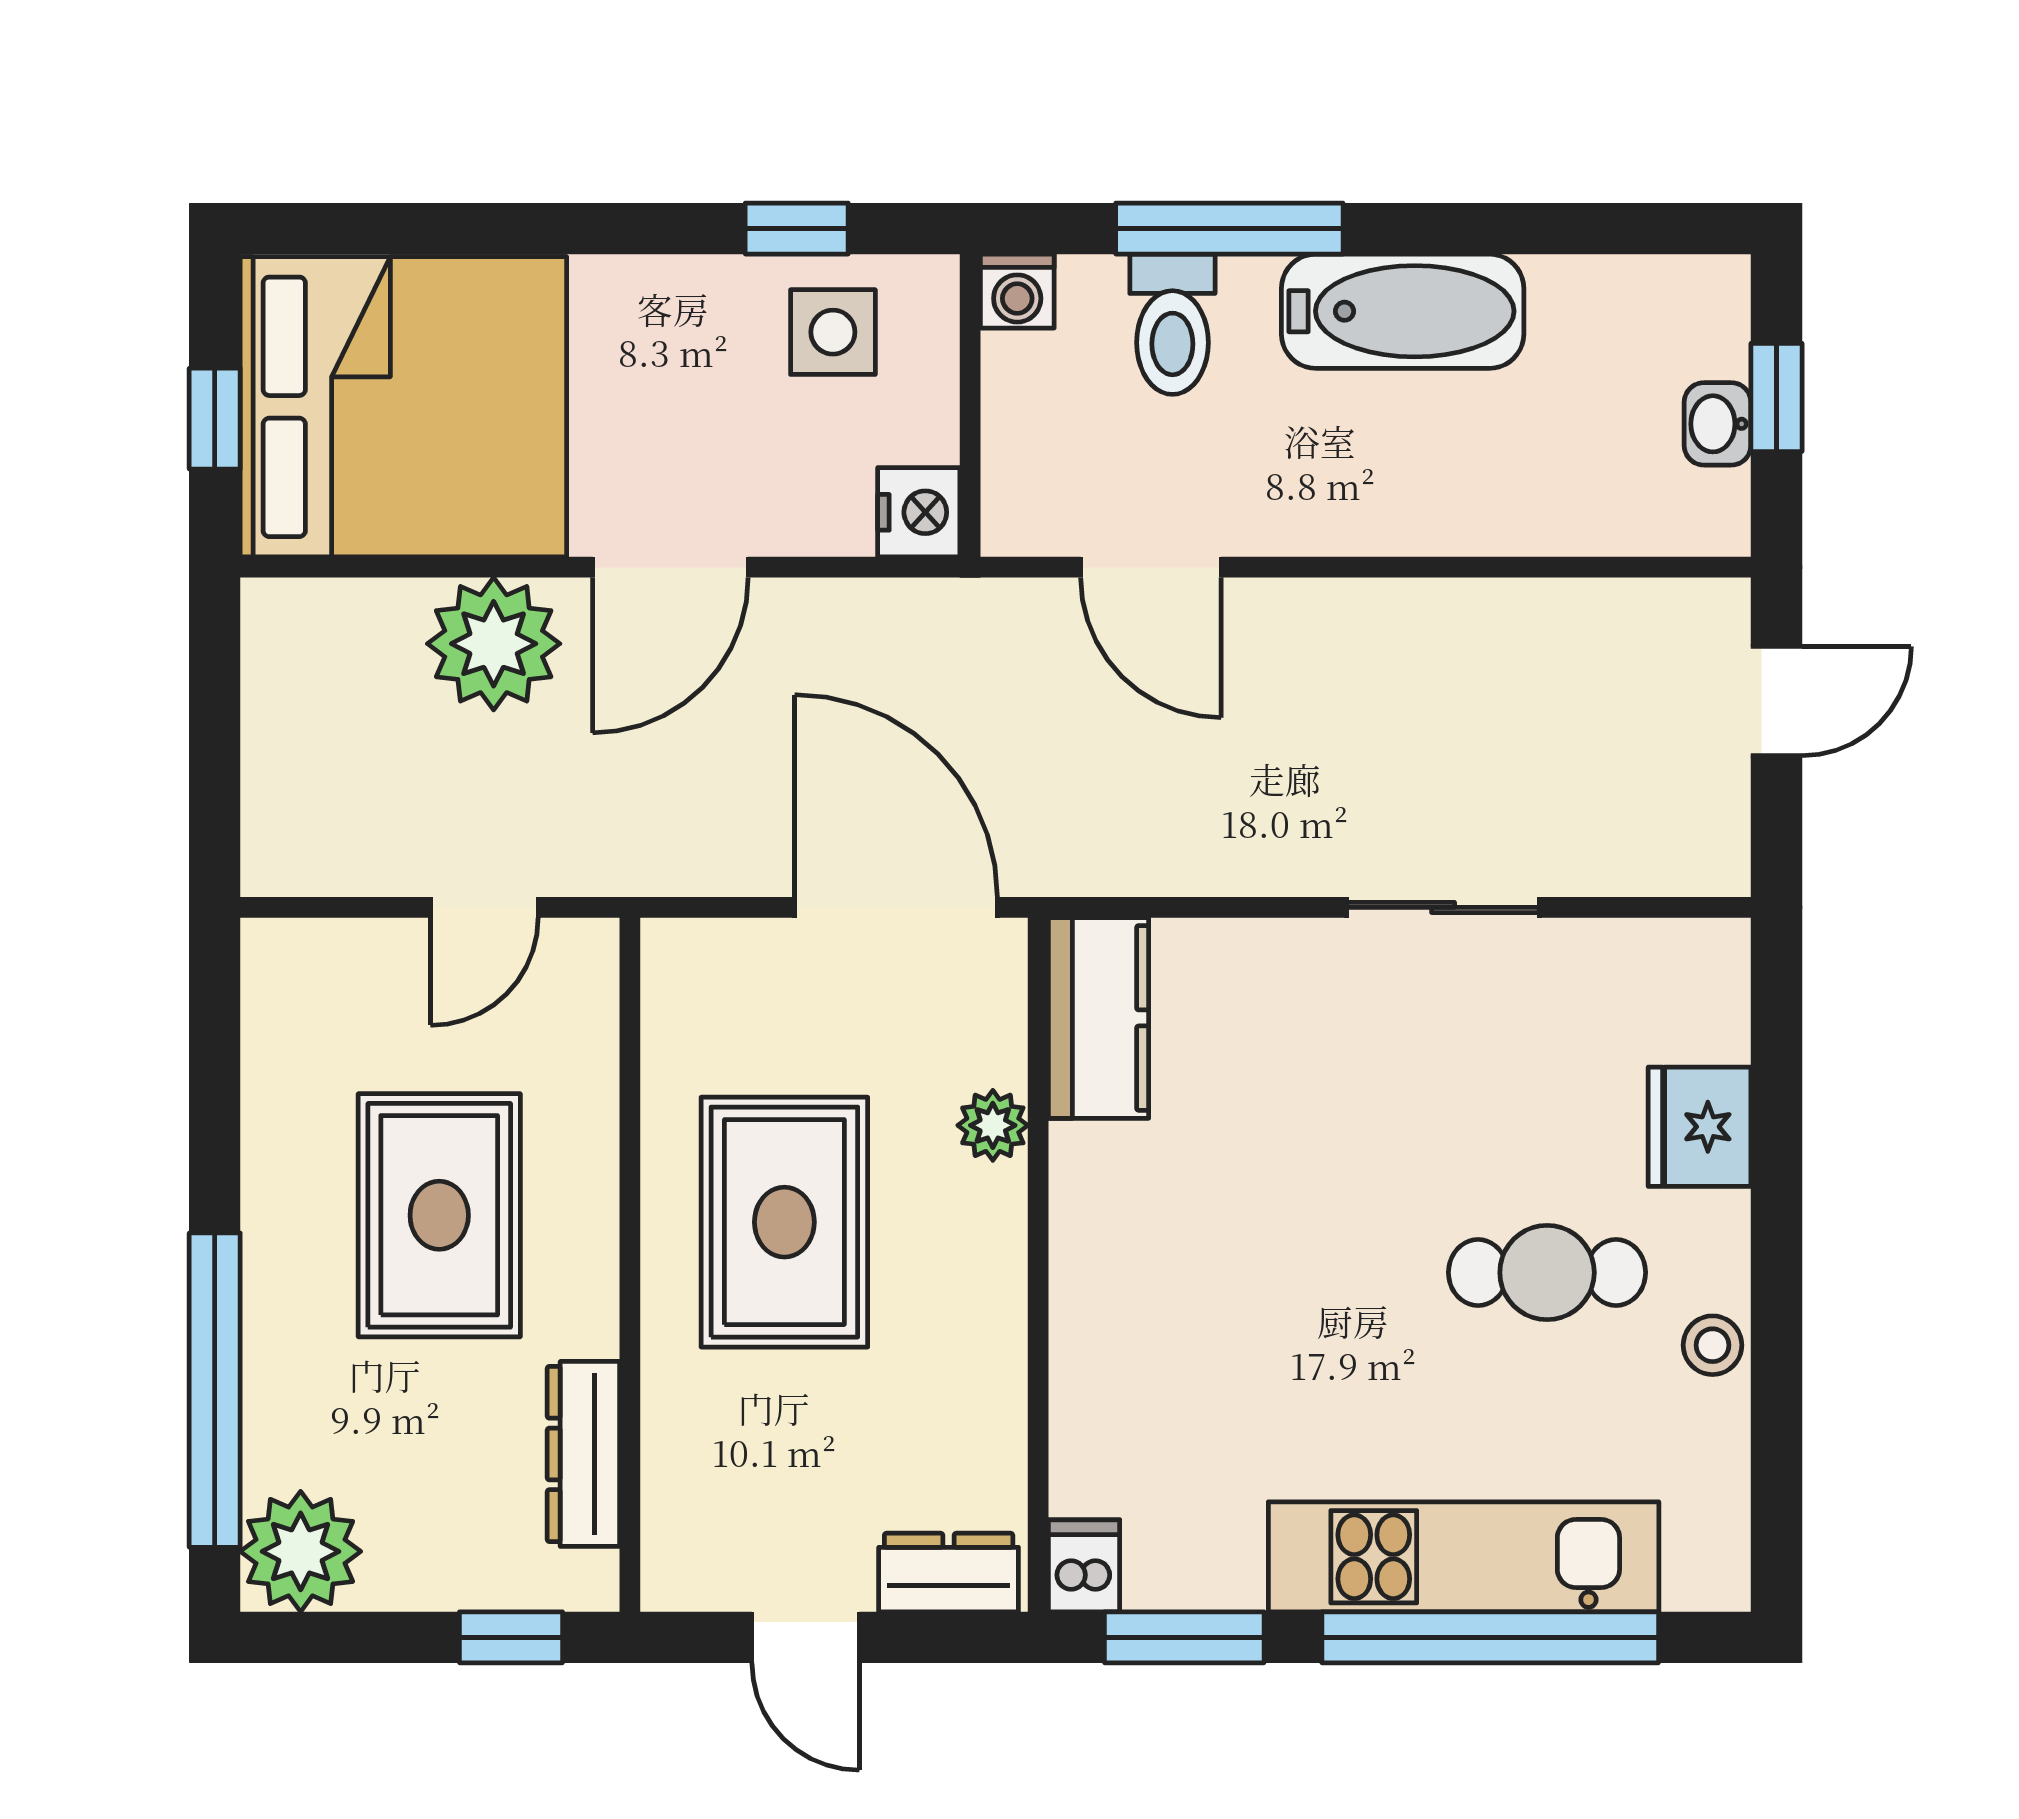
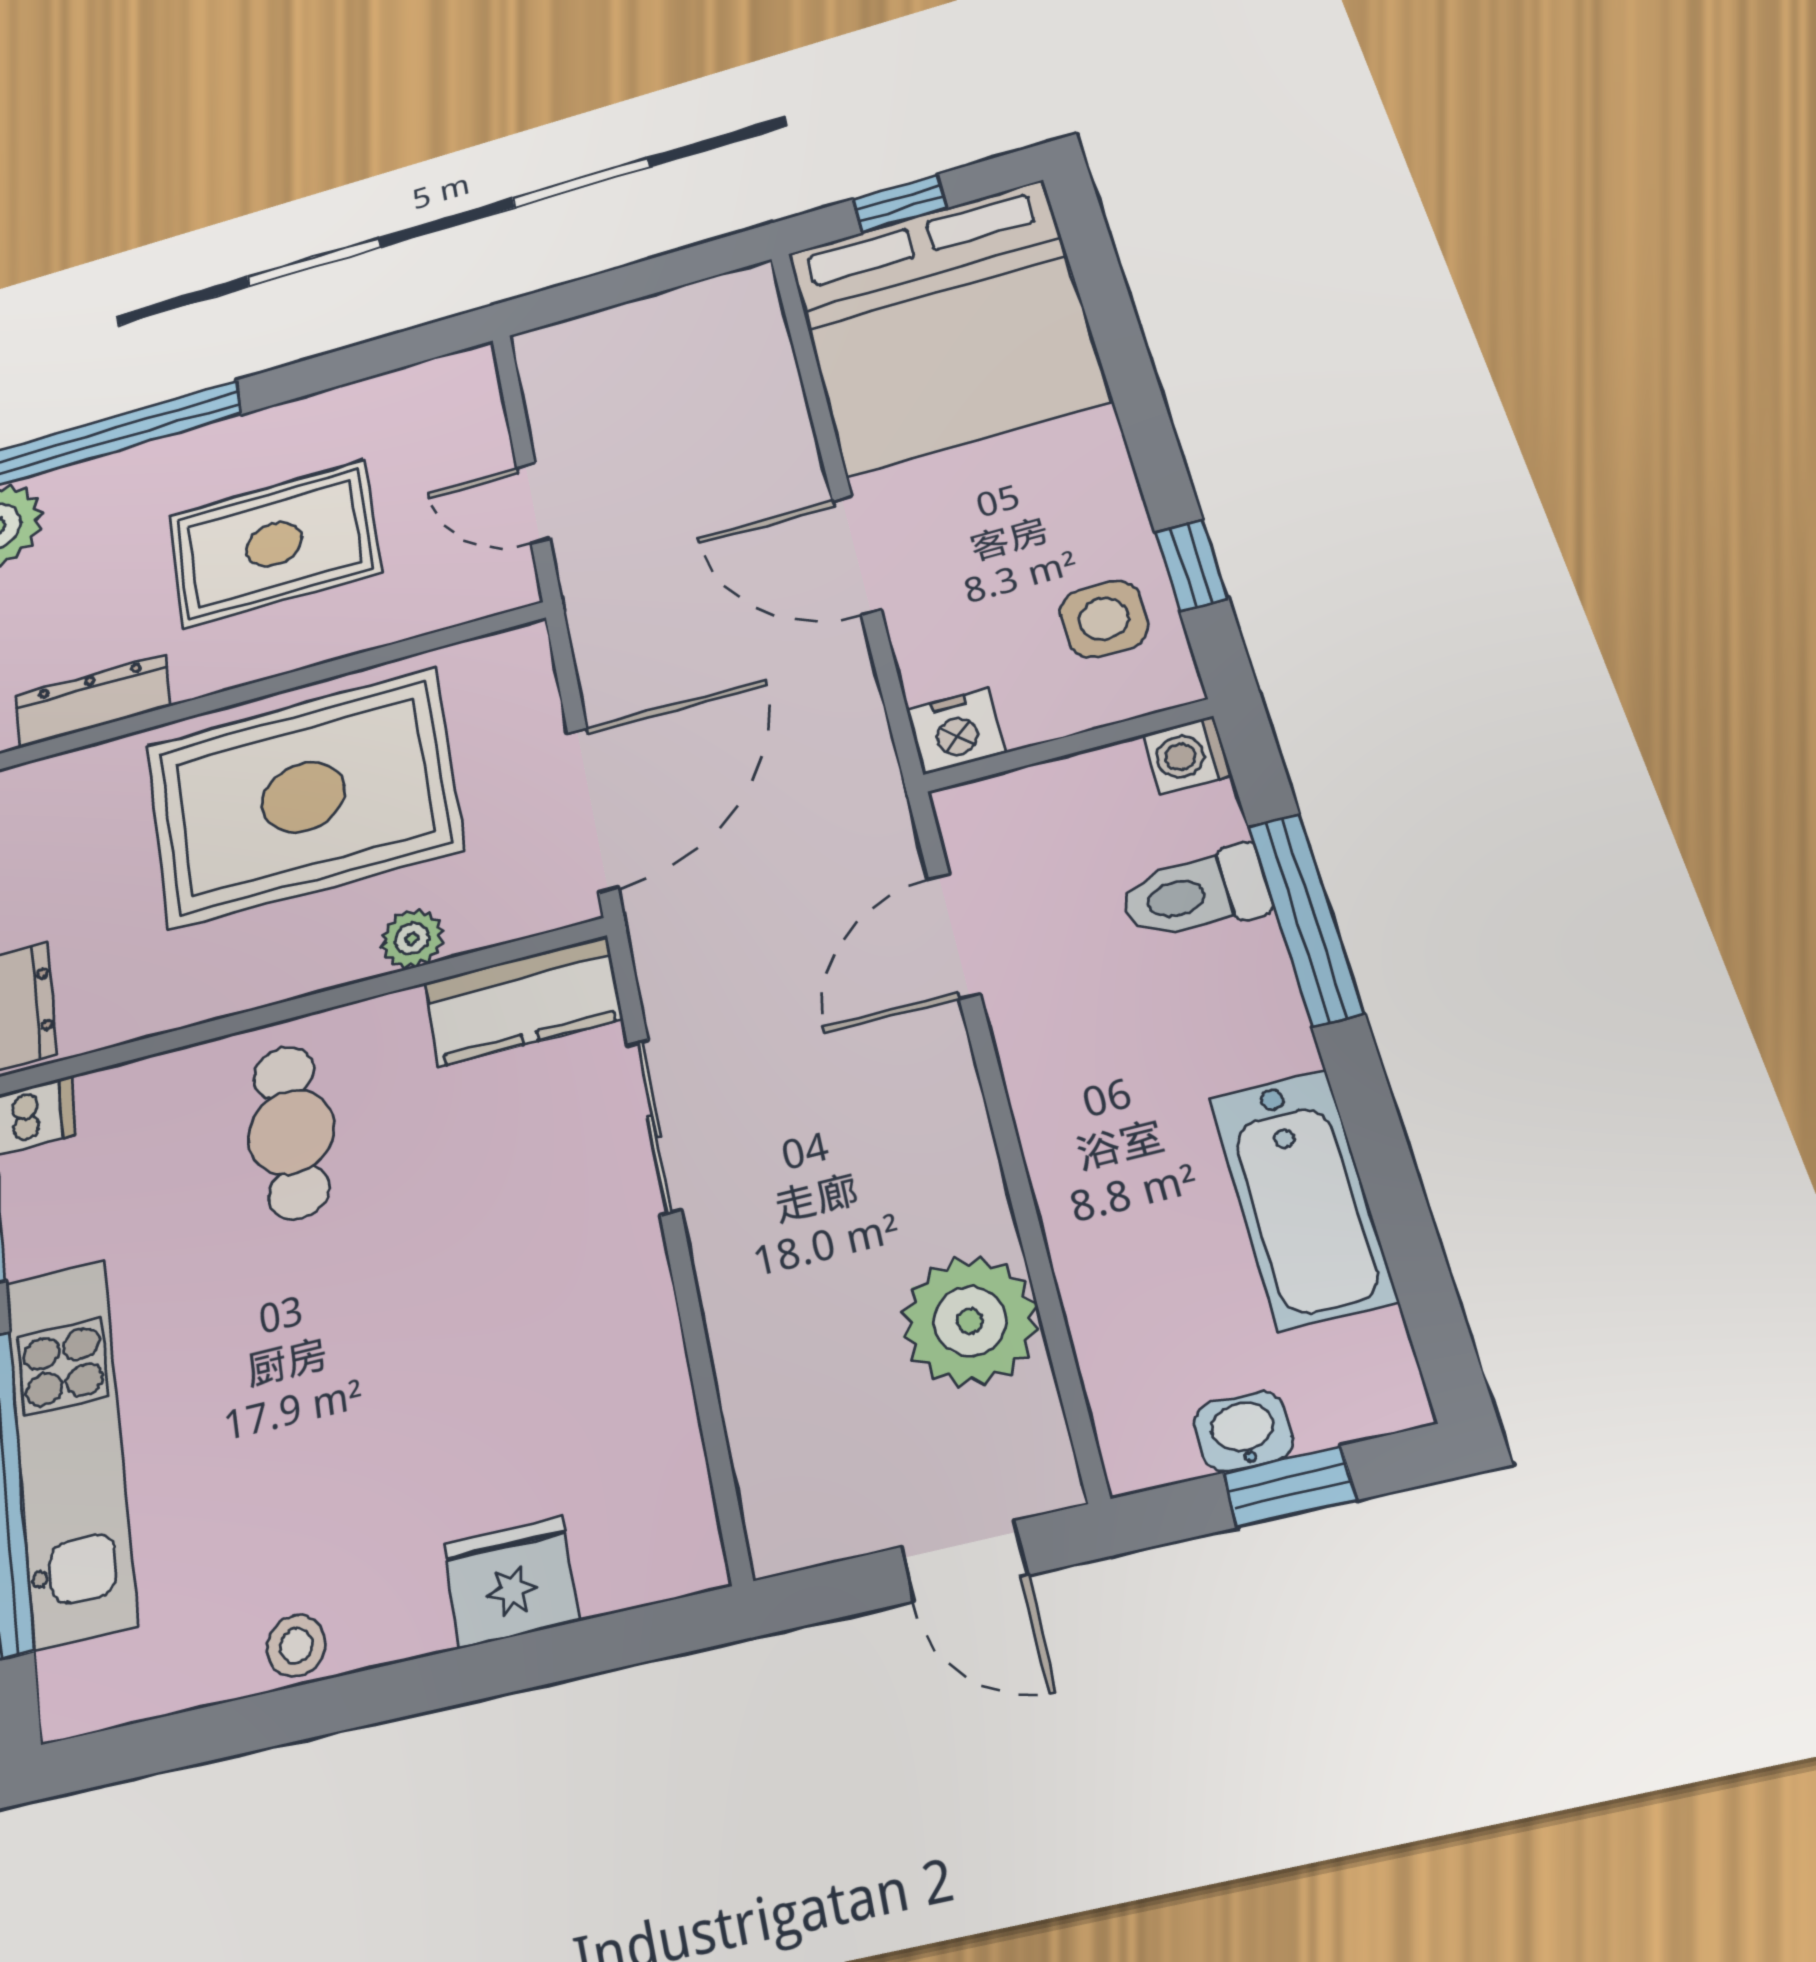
bathtub: (1403, 311) -> (1302, 1198), moved
plant: (494, 644) -> (970, 1321), moved
sliding door: (1443, 907) -> (654, 1126), moved
rug: (784, 1222) -> (303, 797), width x1.37, depth x1.44
cafe table: (1547, 1273) -> (291, 1132), moved

